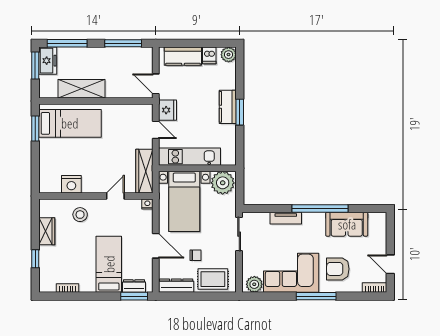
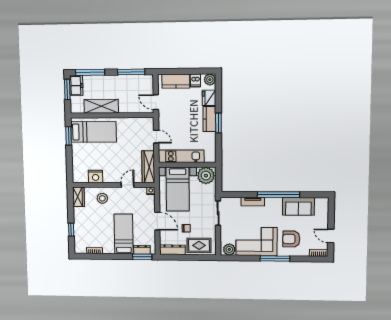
fridge: (168, 110) -> (209, 98), moved, turned 180
wardrobe: (47, 231) -> (78, 197), moved

